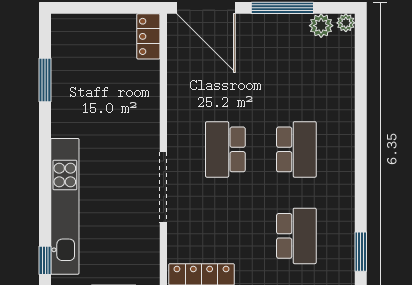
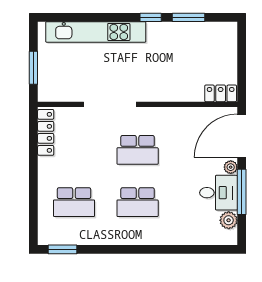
plant: (346, 23) -> (231, 167), moved
desk: (284, 39) -> (219, 193), added
school desk: (225, 149) -> (138, 150), turned 180
window: (45, 260) -> (151, 17), moved

